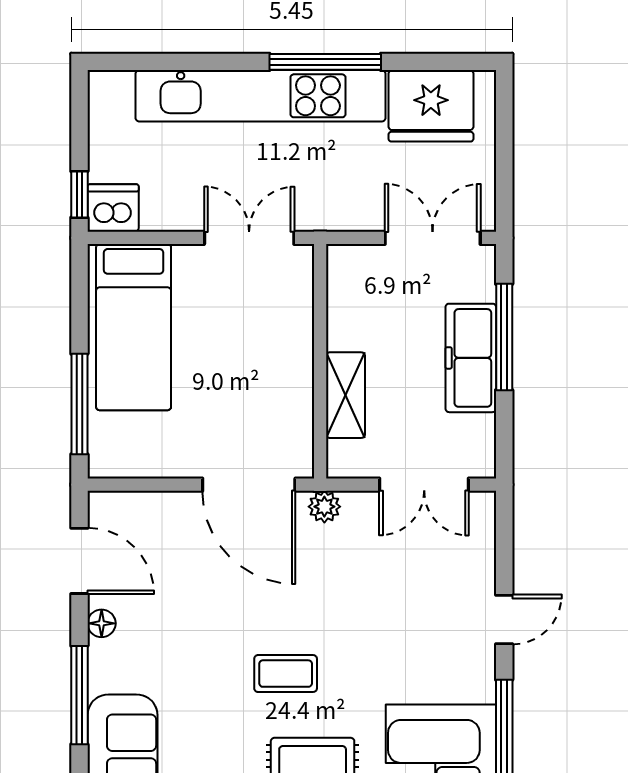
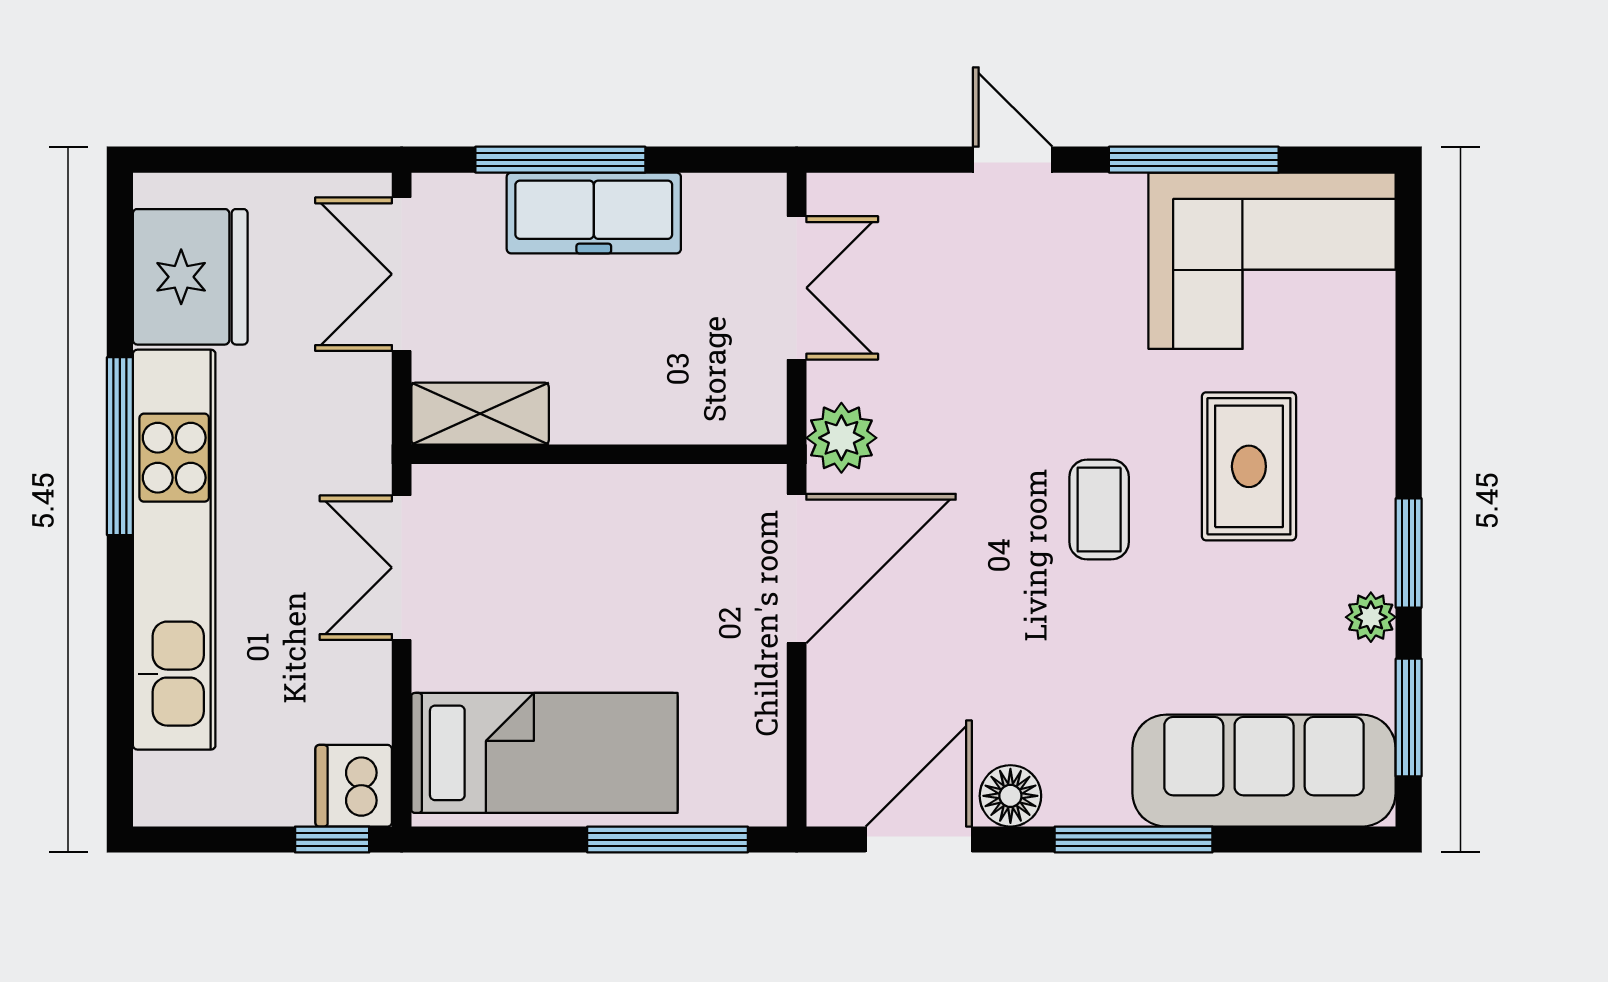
shelving: (346, 395) -> (480, 414), moved
plant: (324, 507) -> (841, 438), width x1.38, depth x1.38
floor lamp: (102, 623) -> (1010, 796), width x1.37, depth x1.37

